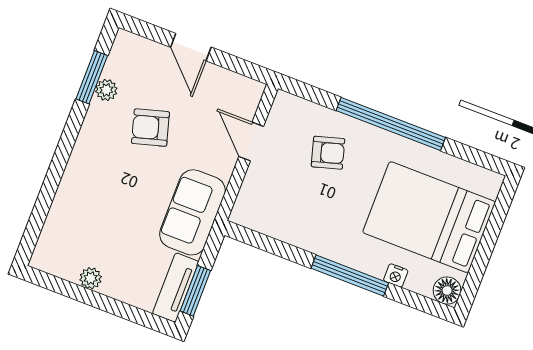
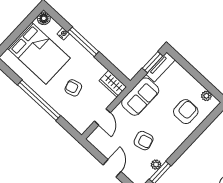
armchair: (328, 153) -> (73, 88), moved
wardrobe: (257, 216) -> (113, 84), added
armchair: (90, 219) -> (186, 112), added
plant: (91, 278) -> (206, 96), moved

